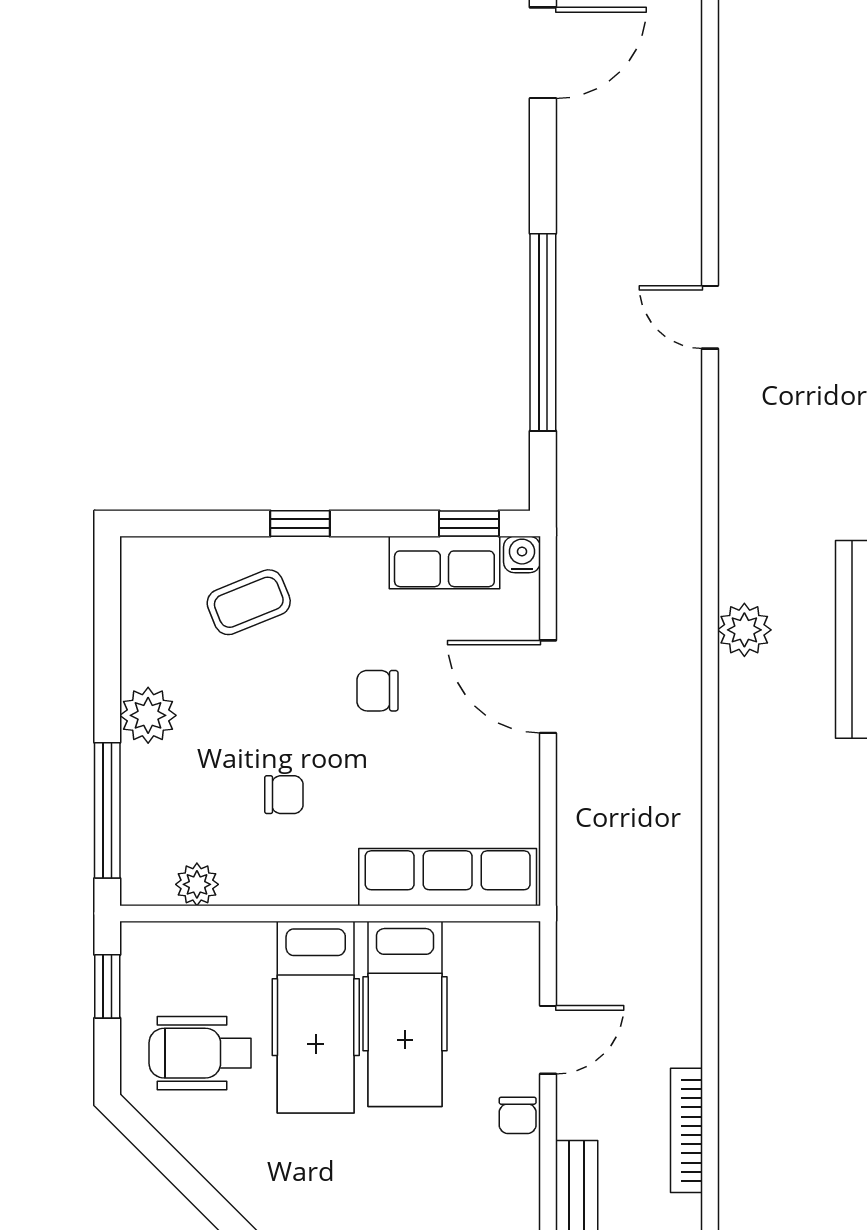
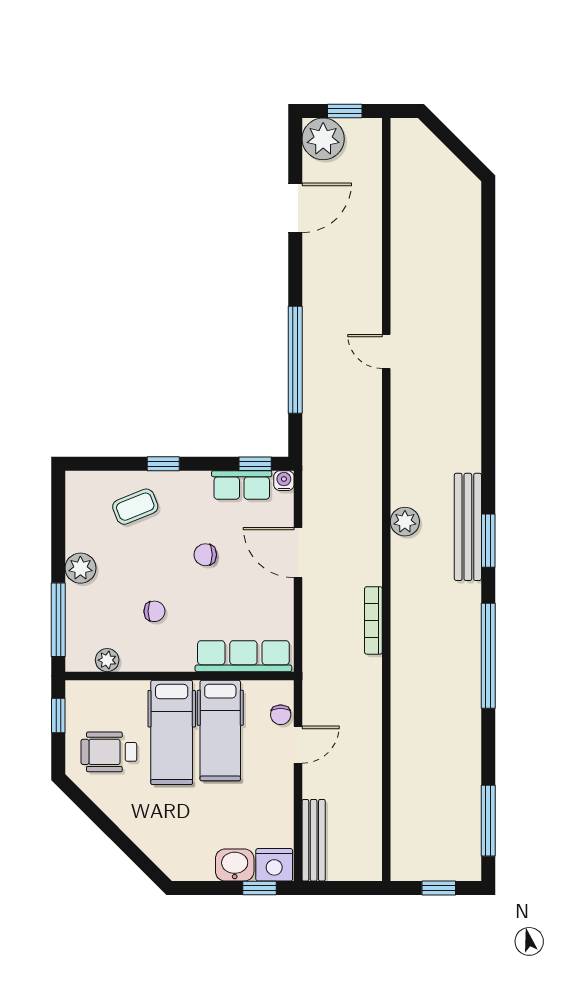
chair: (518, 1115) -> (281, 715), moved
bookcase: (686, 1130) -> (373, 620), moved

